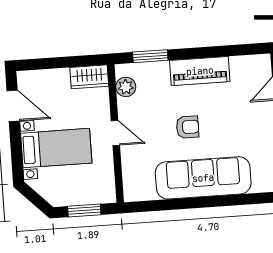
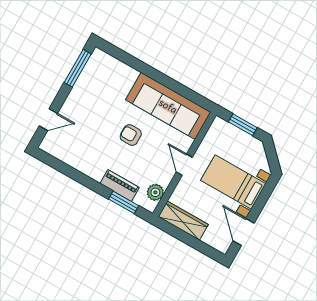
piano: (200, 71) -> (120, 185), moved, width x0.73, depth x0.75
wardrobe: (89, 77) -> (183, 221), width x1.50
sofa: (203, 178) -> (168, 106), moved

